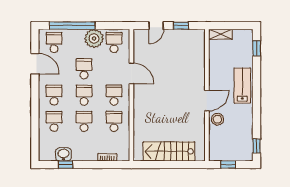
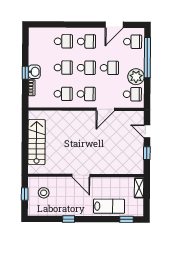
lab bench: (242, 85) -> (109, 206), moved
stool: (217, 119) -> (44, 193), moved
window: (257, 146) -> (69, 219), moved
washbasin: (63, 154) -> (34, 72), moved
window: (66, 165) -> (25, 73), moved

